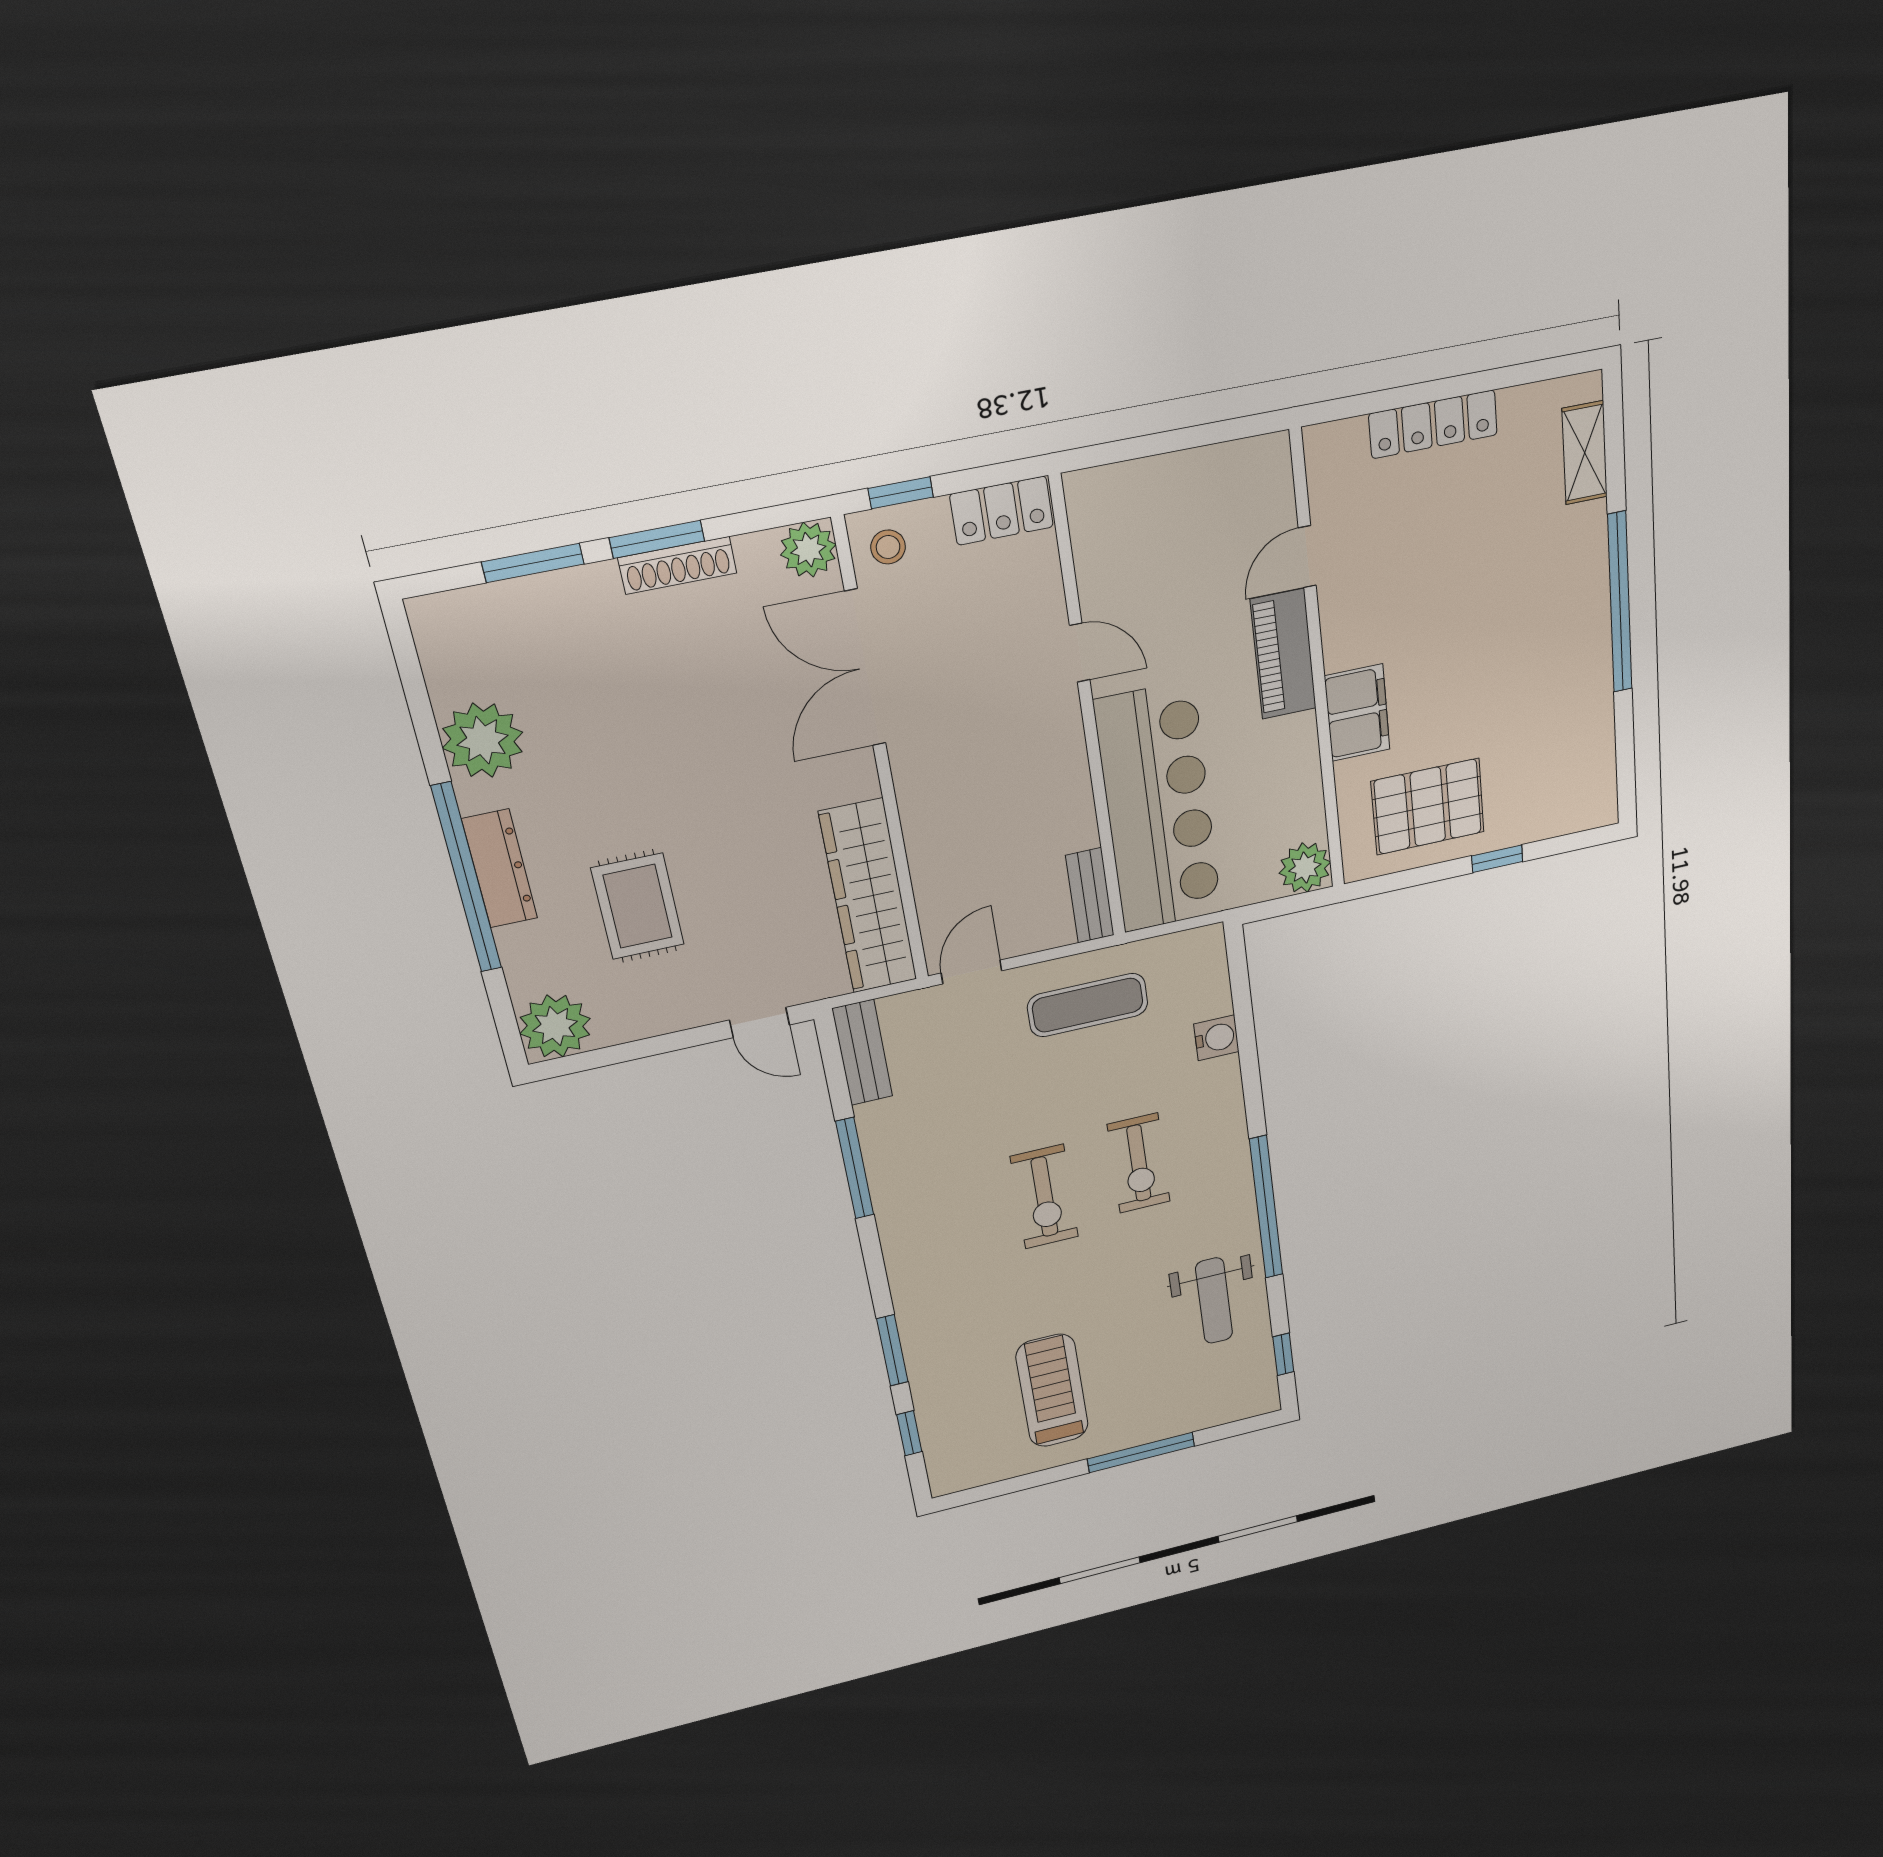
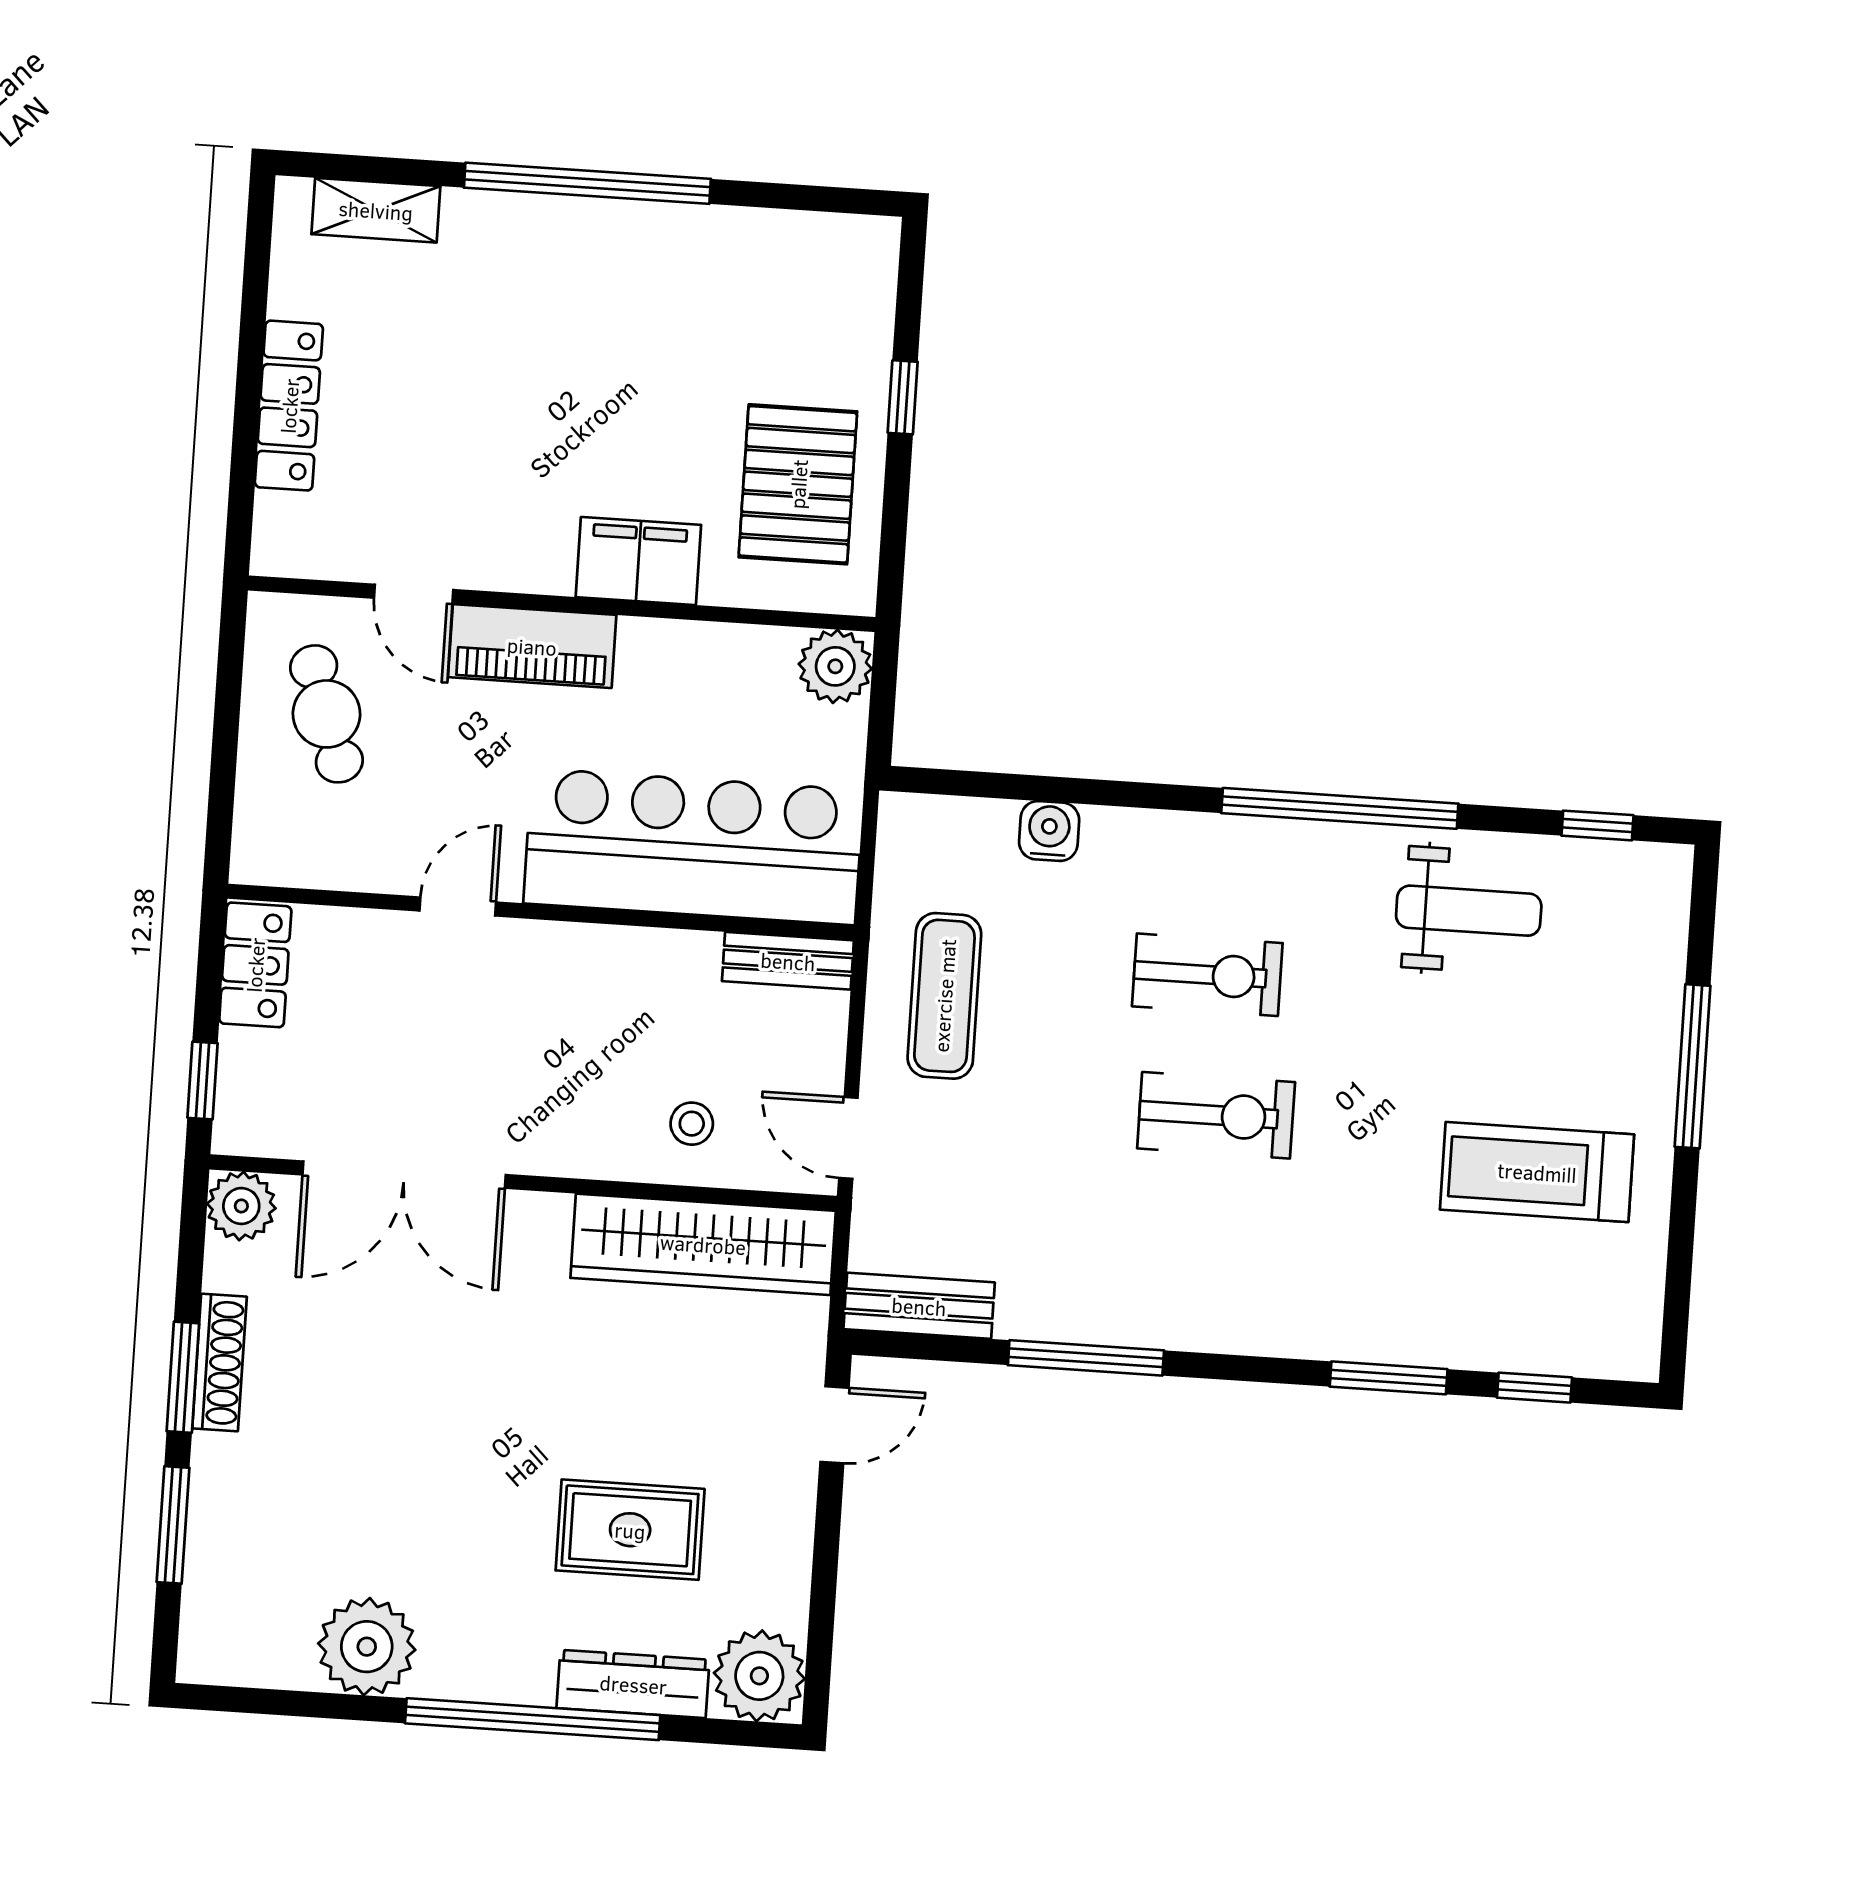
cafe table: (1206, 515) -> (326, 714), added
stool: (888, 547) -> (692, 1124), moved
dresser: (500, 869) -> (633, 1684), moved

